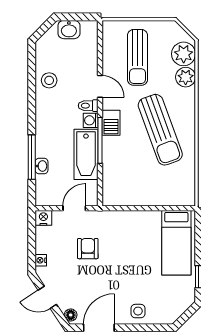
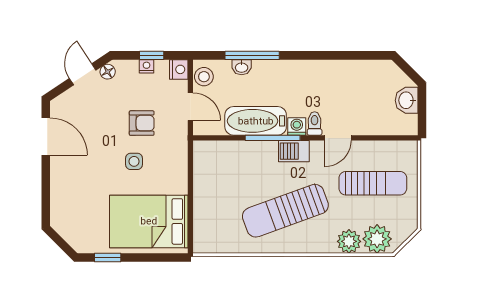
sun lounger: (138, 57) -> (373, 183), turned 180
stool: (49, 80) -> (204, 77), moved
window: (32, 240) -> (152, 55), added
bed: (176, 243) -> (149, 221), width x1.50
nightstand: (41, 260) -> (147, 66), moved
side table: (138, 311) -> (134, 161), moved
floor lamp: (71, 315) -> (108, 72), moved

